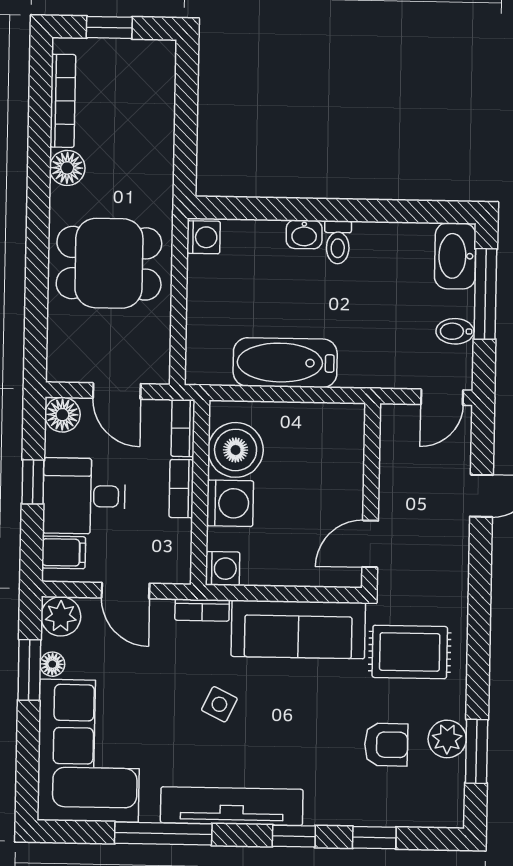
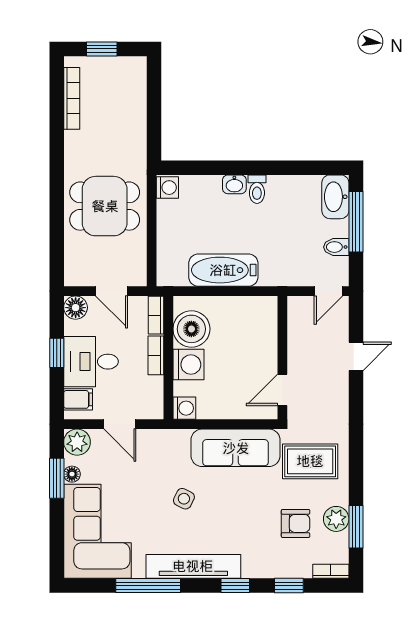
floor lamp: (67, 168) -> (76, 143), removed
bookcase: (202, 610) -> (331, 571), moved, turned 180

